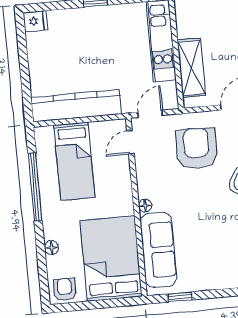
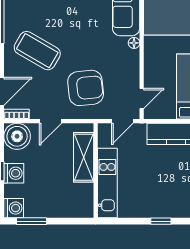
armchair: (196, 148) -> (86, 88), turned -96

